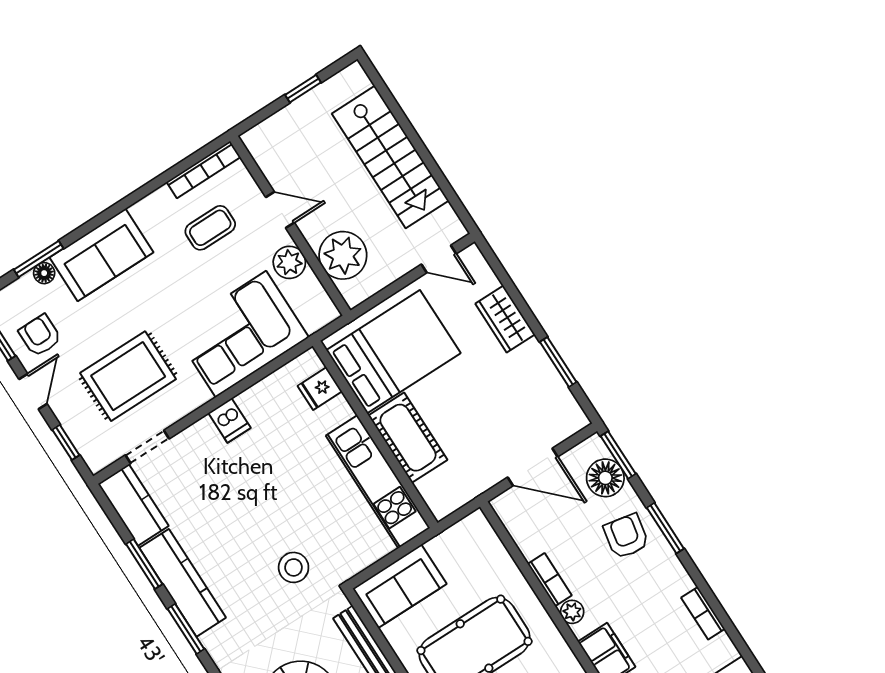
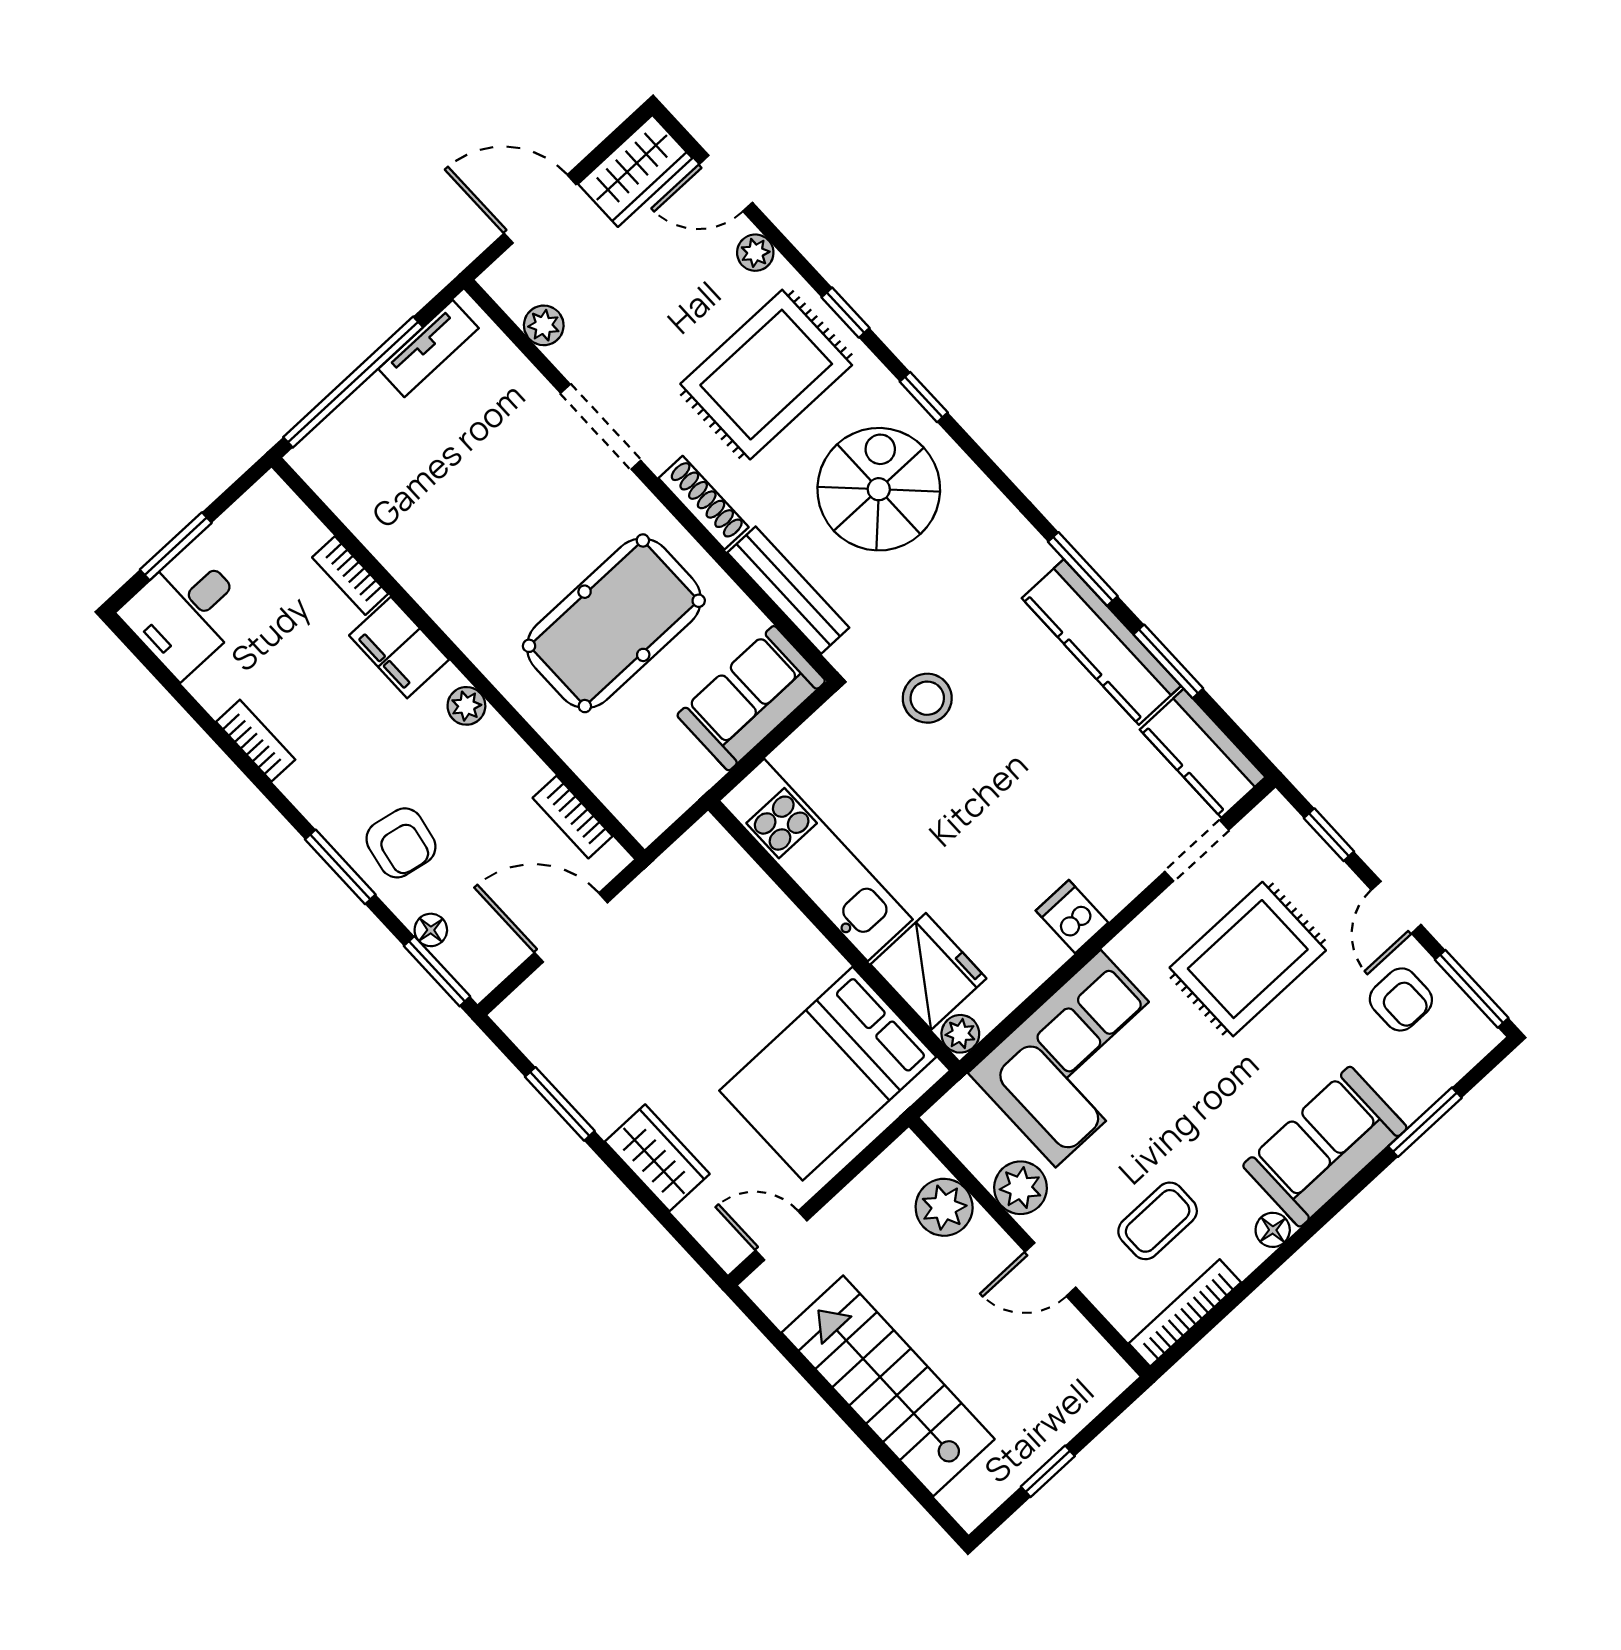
plant: (343, 255) -> (944, 1207), width x0.73, depth x0.73
floor lamp: (44, 273) -> (1273, 1230), moved
plant: (309, 362) -> (960, 1034), added
fridge: (320, 389) -> (928, 971), width x1.88, depth x1.34
cot: (408, 438) -> (780, 939), removed
floor lamp: (605, 478) -> (431, 930), width x0.53, depth x0.53
bookcase: (550, 580) -> (573, 817), moved

